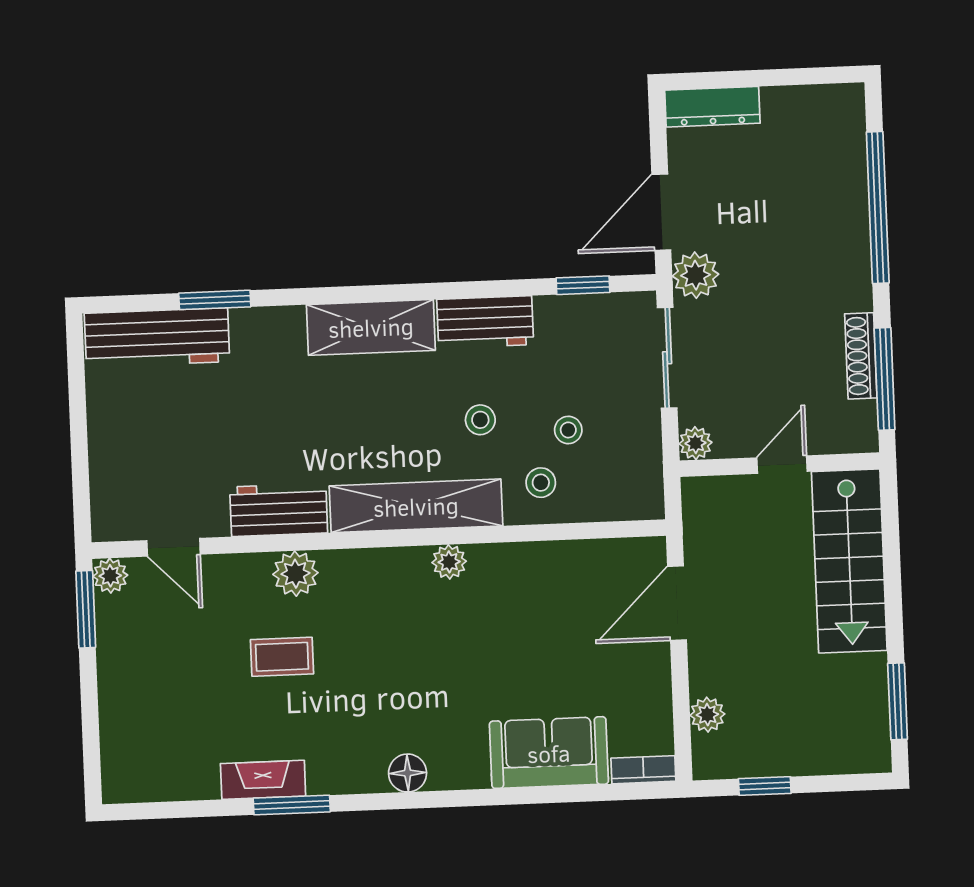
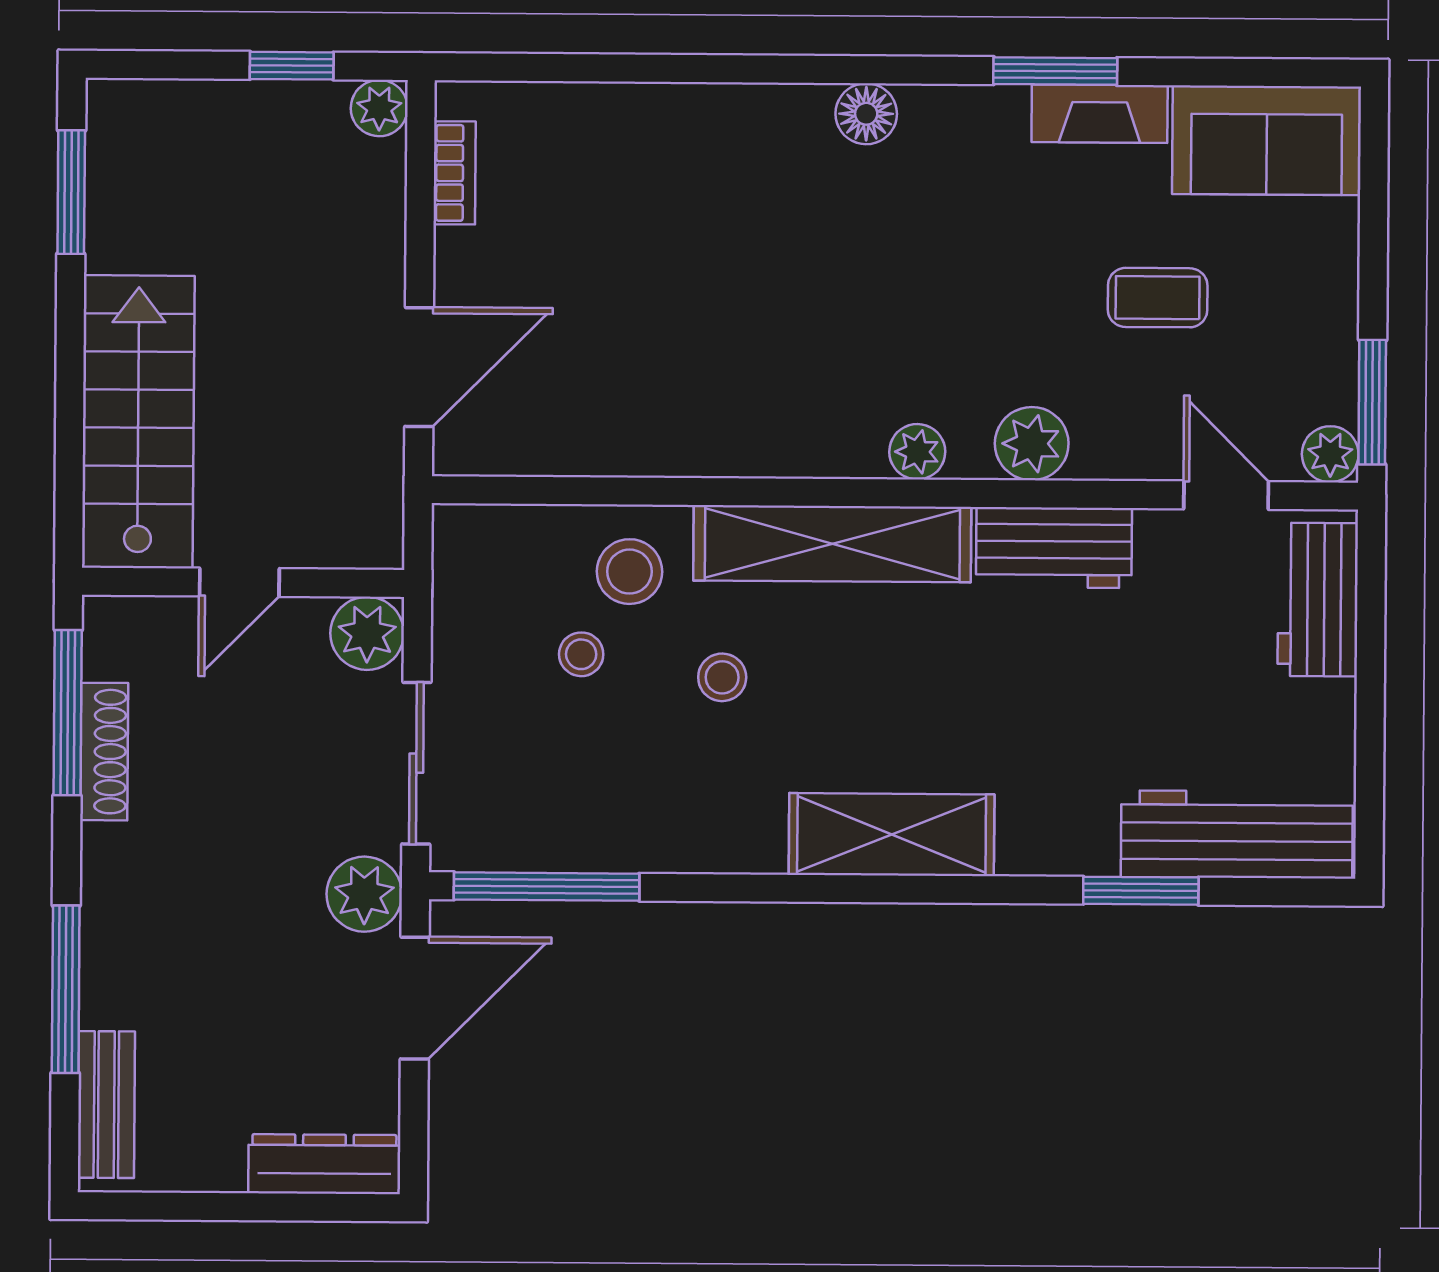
bench: (849, 137) -> (106, 1105), added
window: (878, 207) -> (66, 989), width x0.68
window: (583, 285) -> (547, 887), width x2.17
workbench: (485, 322) -> (1318, 600), moved, turned -90
plant: (695, 443) -> (367, 633), width x1.38, depth x1.38
stool: (541, 483) -> (629, 572), width x1.37, depth x1.37
plant: (449, 562) -> (917, 452), moved
coffee table: (282, 657) -> (1158, 298), moved
plant: (707, 715) -> (379, 108), moved
sofa: (549, 753) -> (1267, 140), moved
bookcase: (643, 770) -> (455, 173), moved, turned -90

